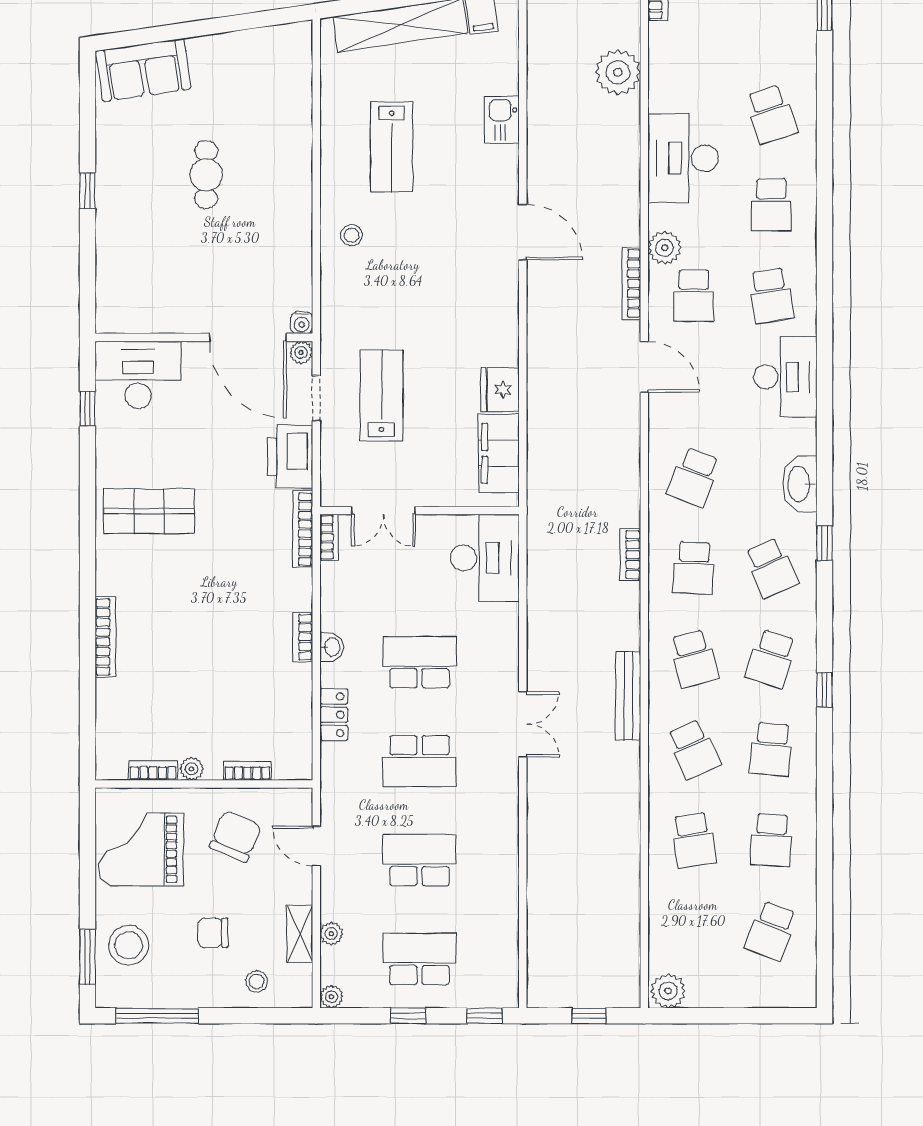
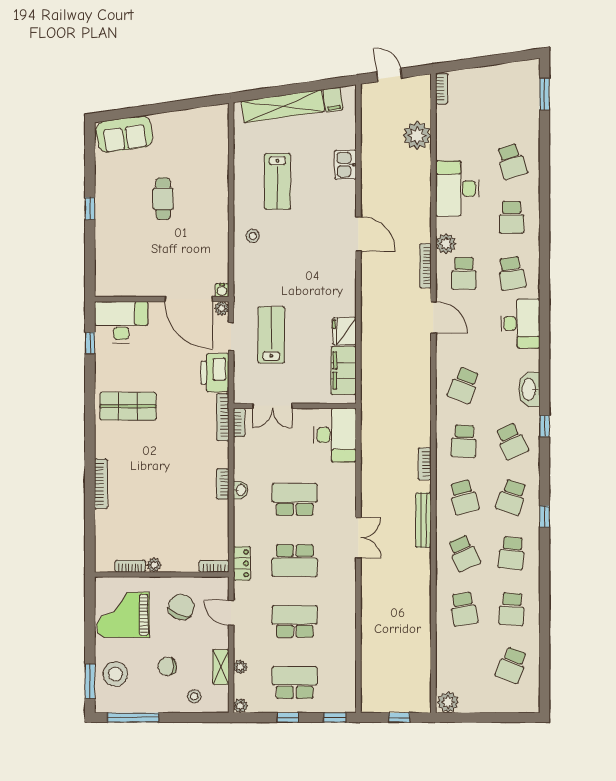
bookcase: (630, 555) -> (425, 464), moved
locker: (334, 715) -> (242, 563), moved
bookcase: (247, 771) -> (214, 566), moved

